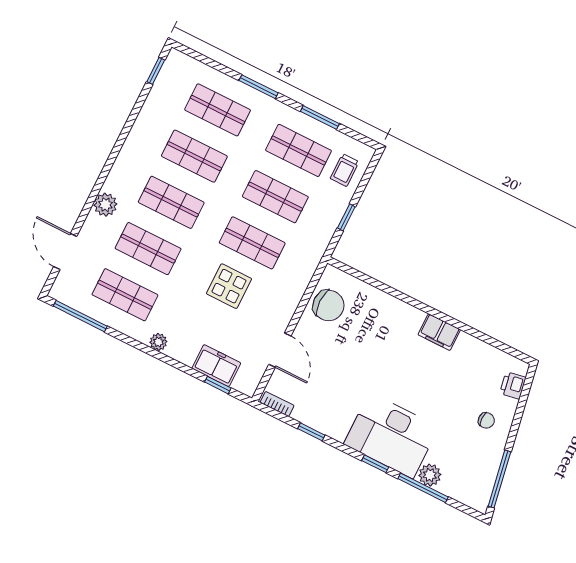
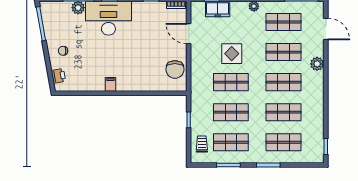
chair: (328, 305) -> (175, 69), turned -90
filing cabinet: (439, 332) -> (110, 84), width x0.50

